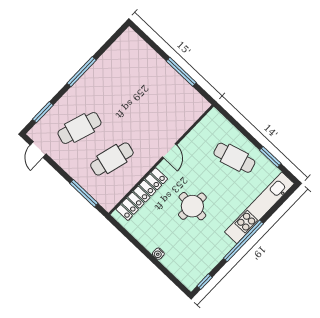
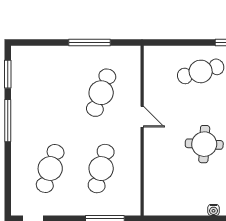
cafe table: (158, 111) -> (101, 93), added
window: (43, 112) -> (8, 74), moved
locker: (142, 194) -> (153, 174), removed

